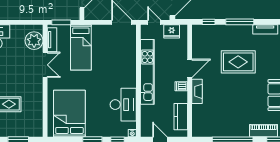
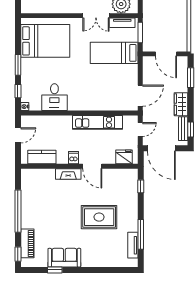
window: (240, 22) -> (141, 234), moved
fridge: (172, 31) -> (124, 157), moved, turned 90
rug: (238, 62) -> (99, 217), turned 90
kitchen unit: (147, 72) -> (98, 122), width x0.73
desk: (123, 105) -> (54, 97), width x0.73

